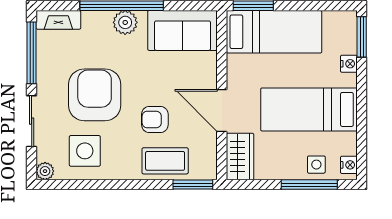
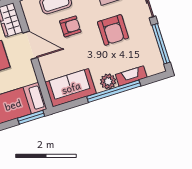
fireplace: (58, 20) -> (131, 76), moved
armchair: (95, 95) -> (113, 30), width x0.73, depth x0.73

